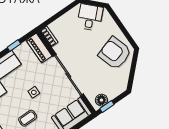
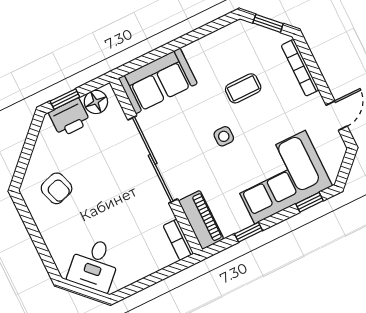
armchair: (115, 53) -> (57, 188), width x0.53, depth x0.53
printer: (114, 90) -> (70, 118), added
window: (107, 106) -> (65, 99), moved

